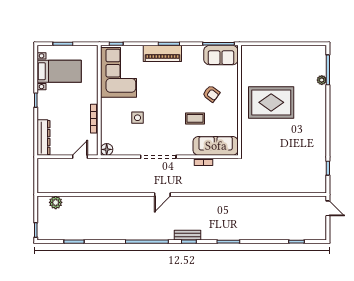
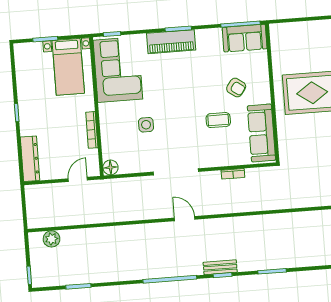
bed with nightstands: (59, 71) -> (68, 67), moved, turned 90
sofa: (216, 146) -> (261, 133), moved, turned -90
door: (162, 195) -> (185, 219), swing flipped

